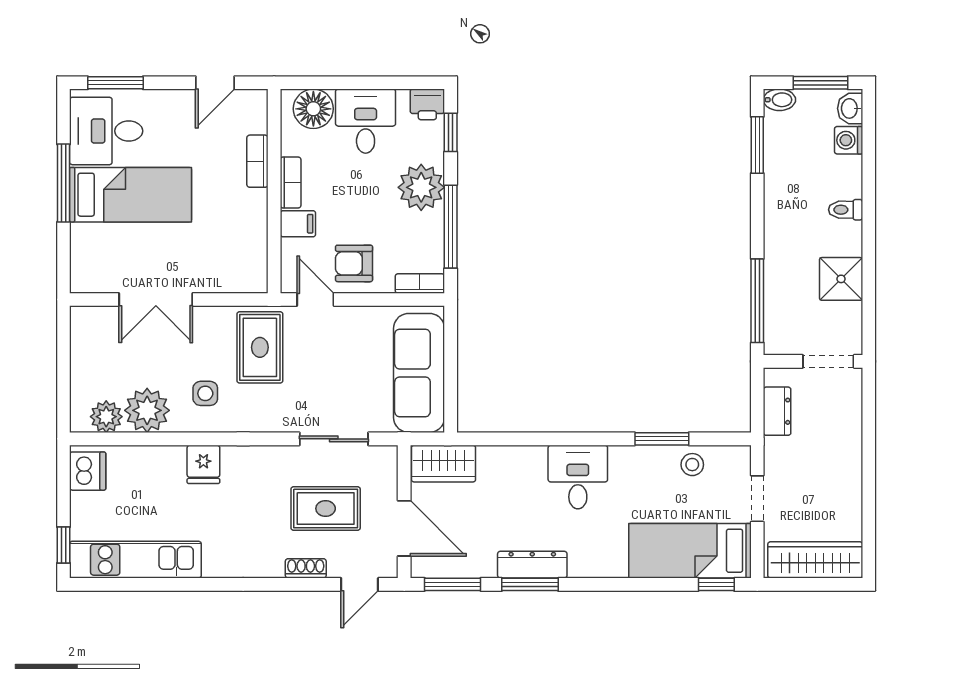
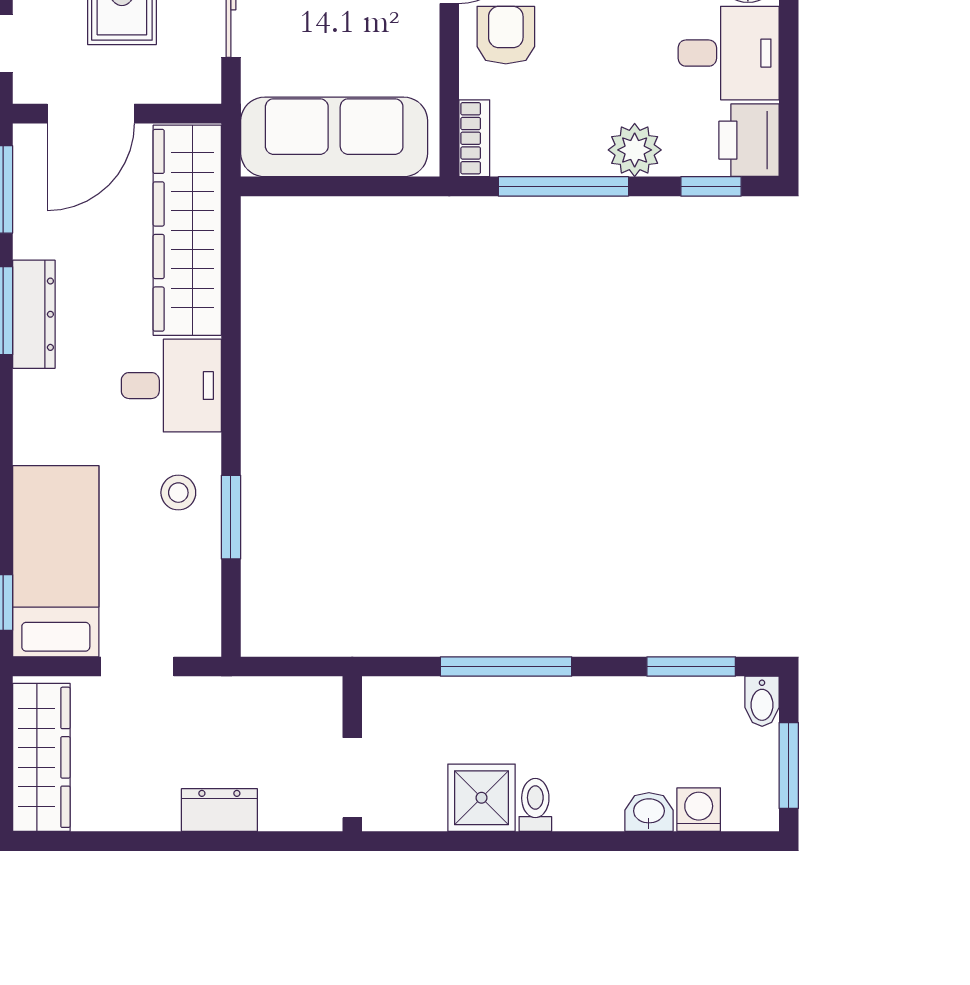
printer: (427, 104) -> (749, 140), width x1.36, depth x1.24
washbasin: (850, 108) -> (649, 812), moved
plant: (421, 187) -> (635, 150), width x0.73, depth x0.73
toilet: (846, 210) -> (535, 805), moved
window: (757, 301) -> (506, 667), moved
dresser: (777, 411) -> (219, 810), moved, turned 180
wardrobe: (443, 464) -> (187, 230), width x2.10, depth x1.17
stool: (692, 465) -> (178, 493), moved

